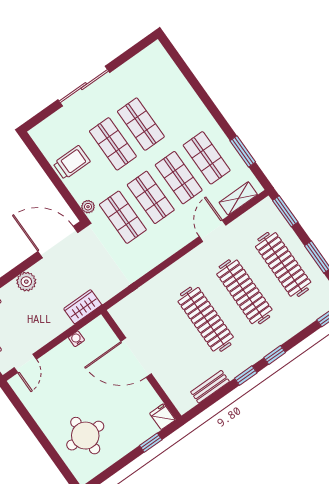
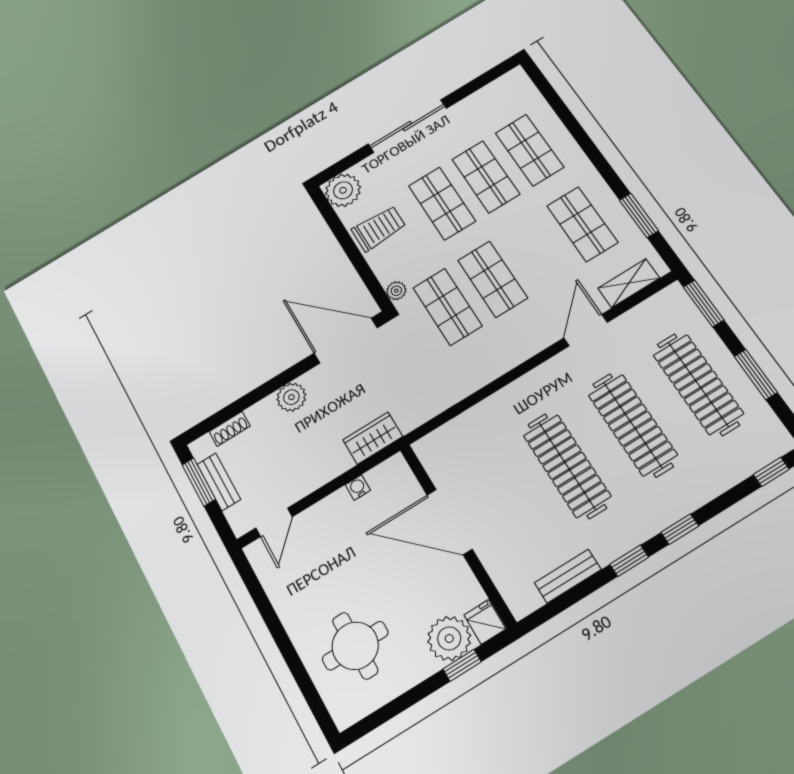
plant: (44, 135) -> (343, 190), added
shop shelf: (179, 178) -> (529, 150), moved
plant: (142, 428) -> (449, 639), added

